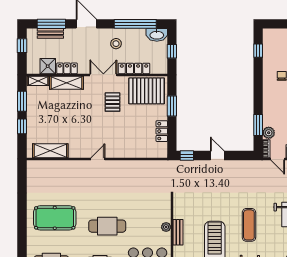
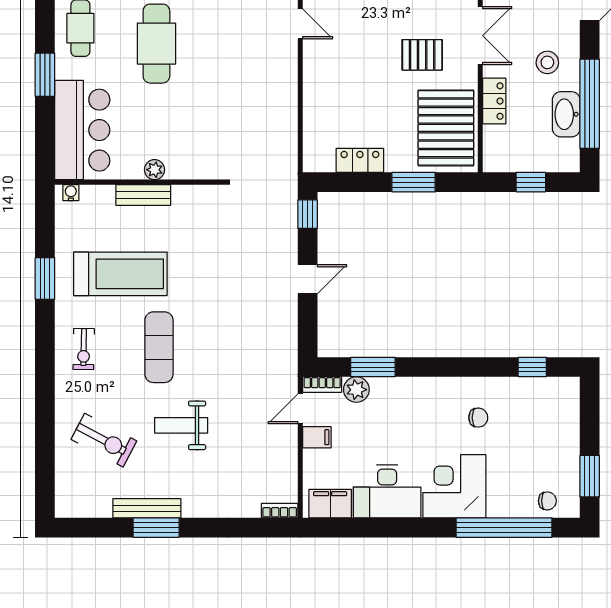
washbasin: (157, 35) -> (566, 114), moved
locker: (134, 68) -> (494, 101), width x0.66
exercise mat: (249, 225) -> (159, 347), turned 90

